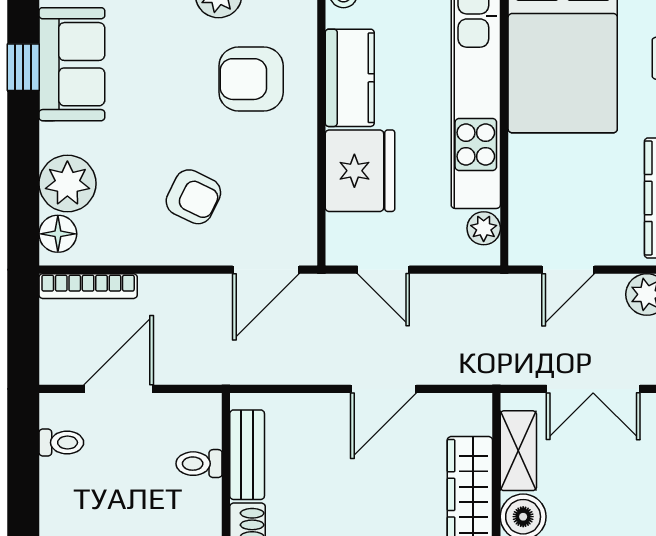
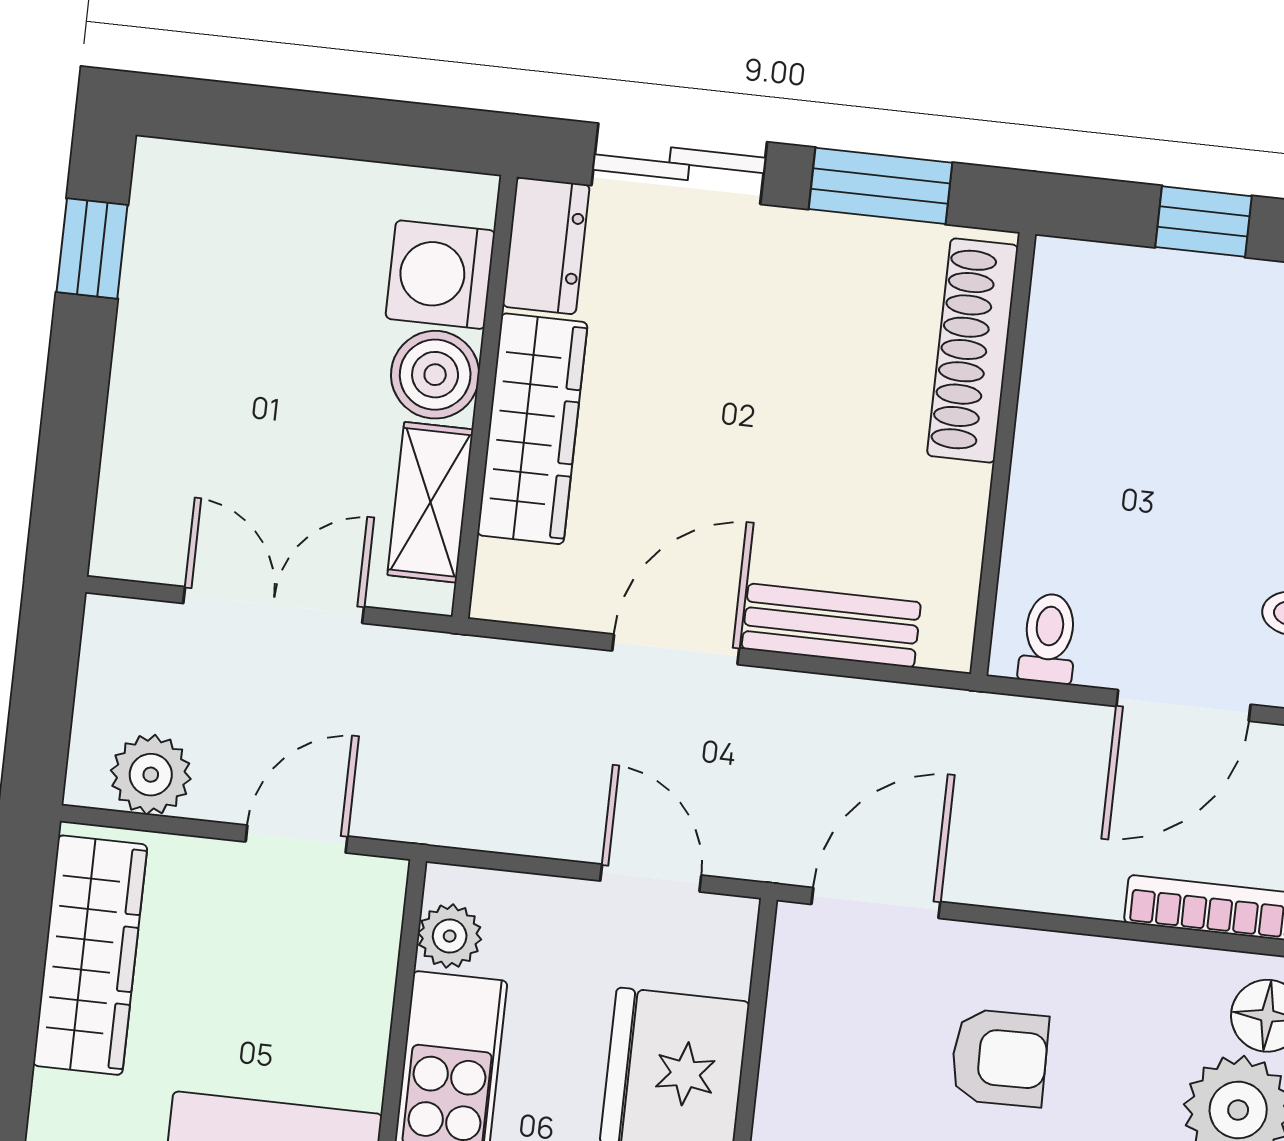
armchair: (193, 197) -> (1000, 1058), turned 153
bench: (247, 455) -> (831, 626), moved, turned 90
toilet: (199, 464) -> (1049, 638), moved, turned -90

